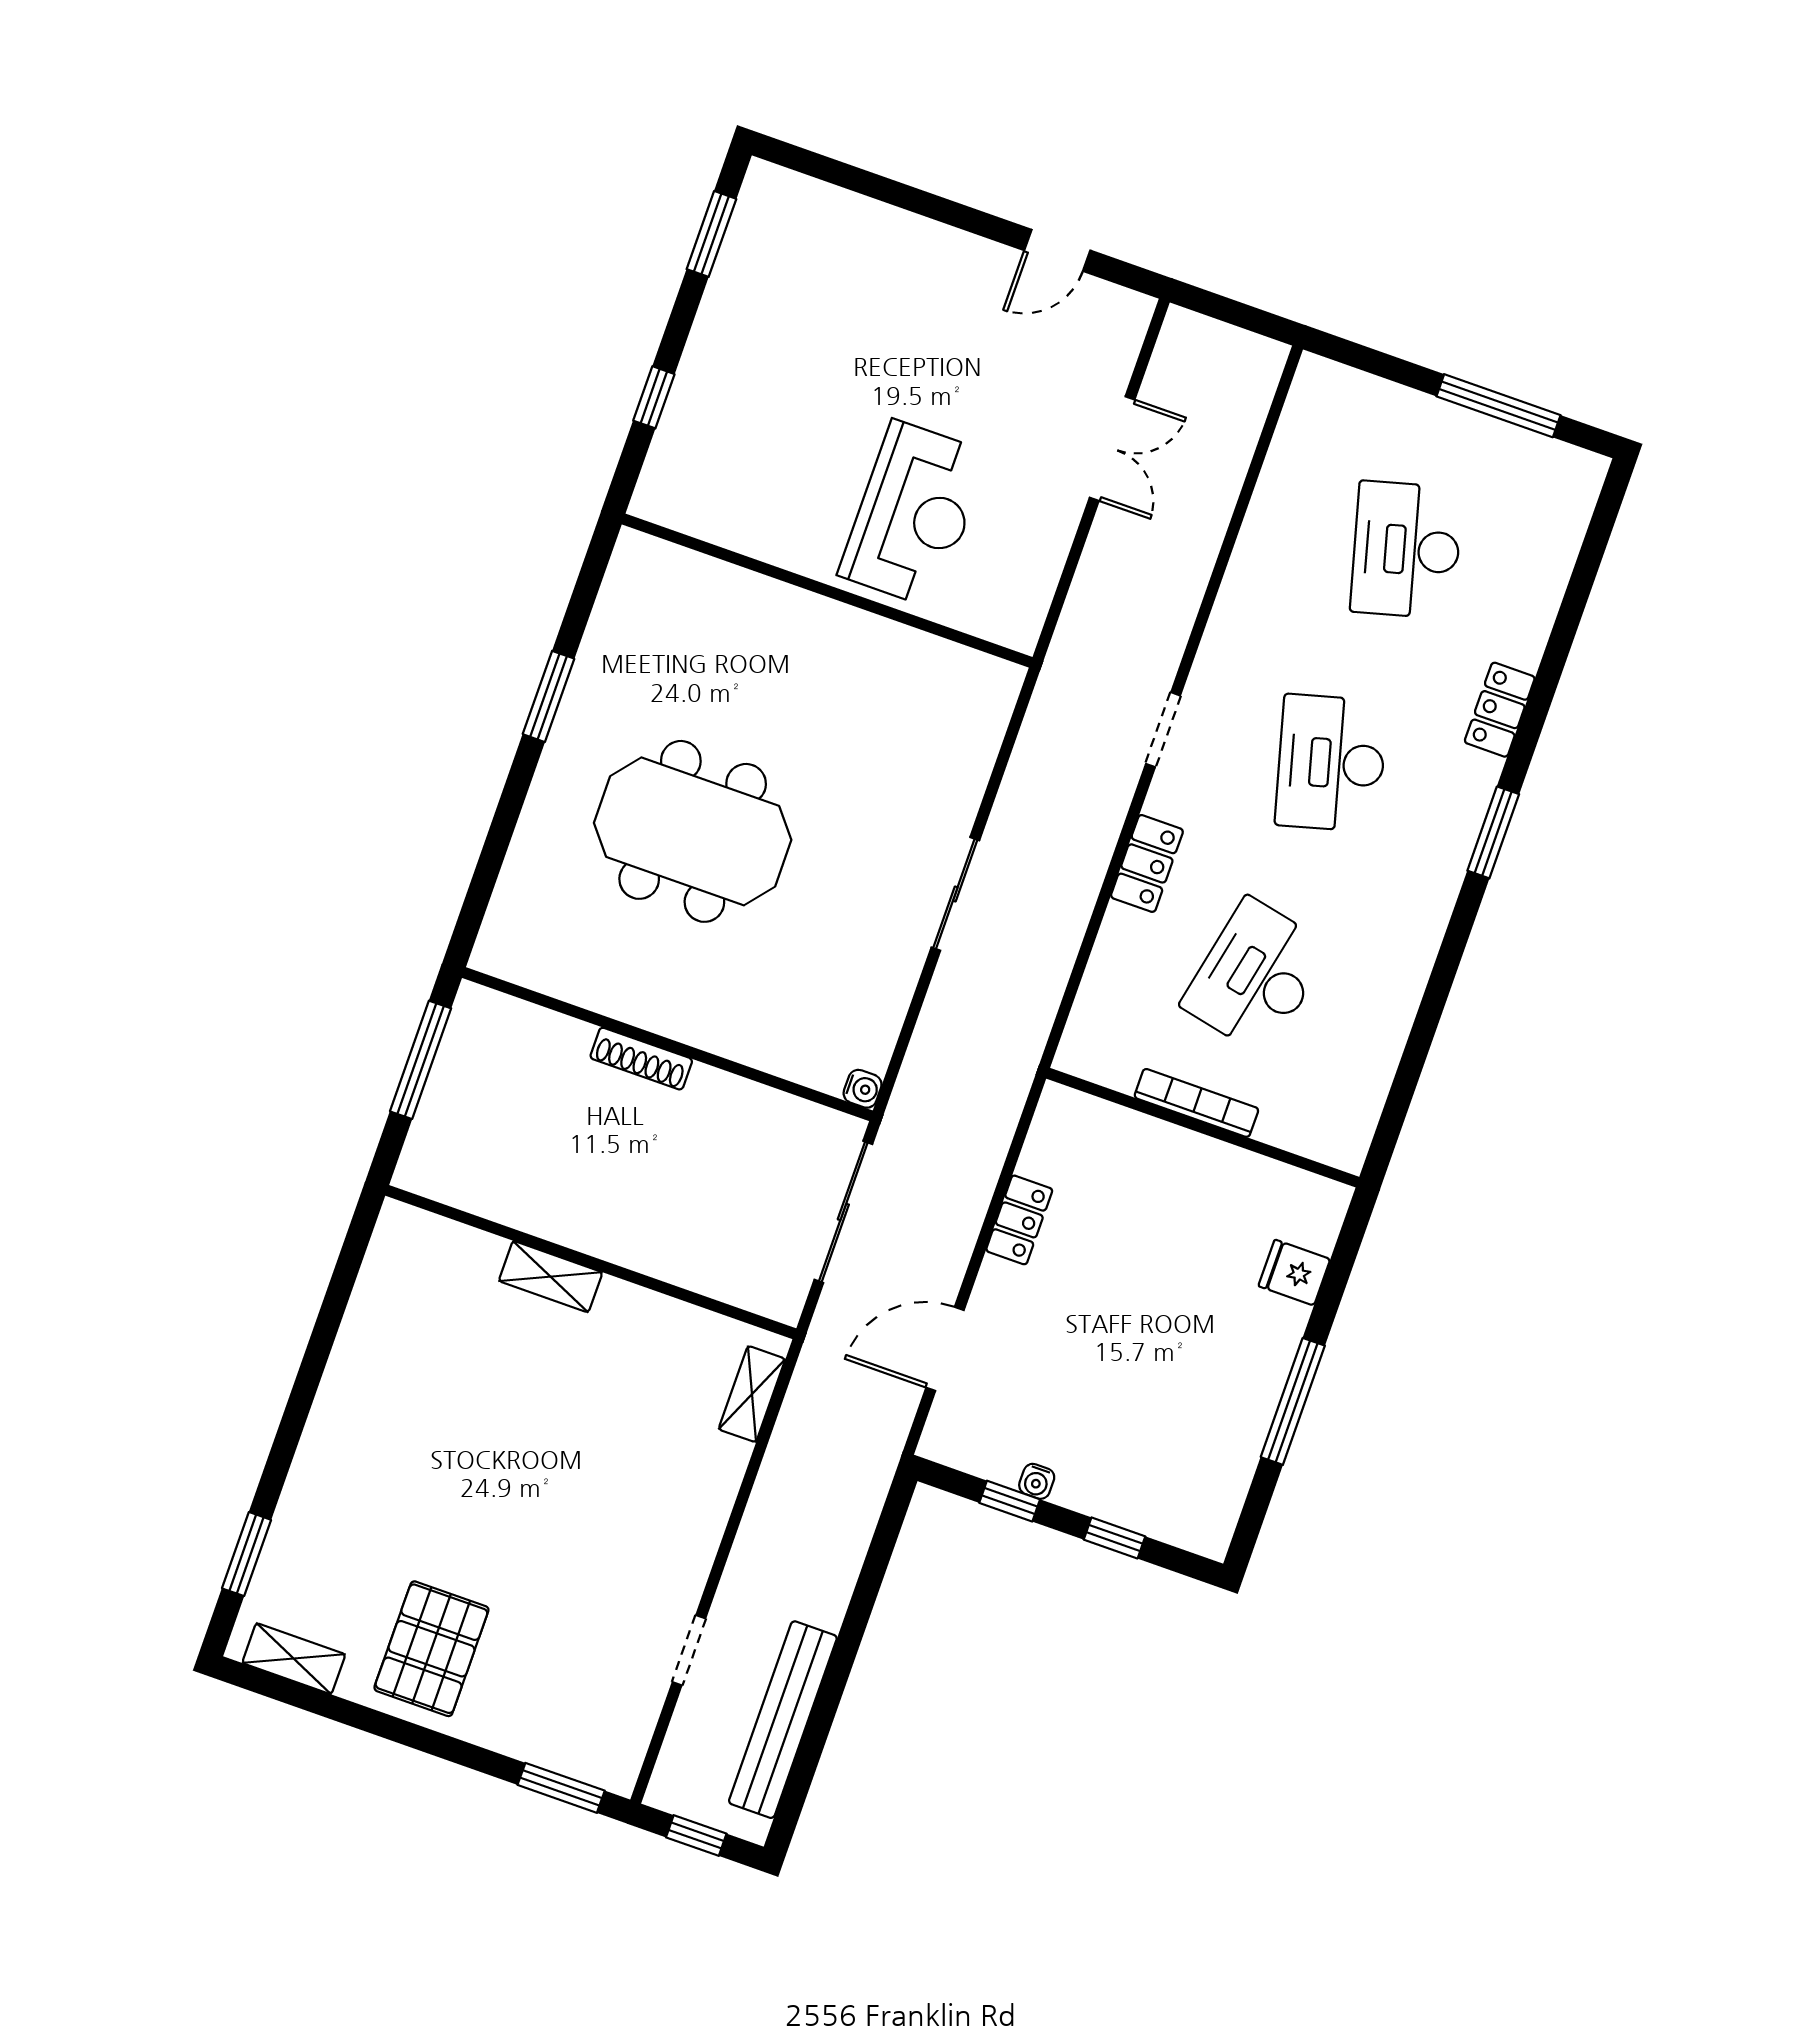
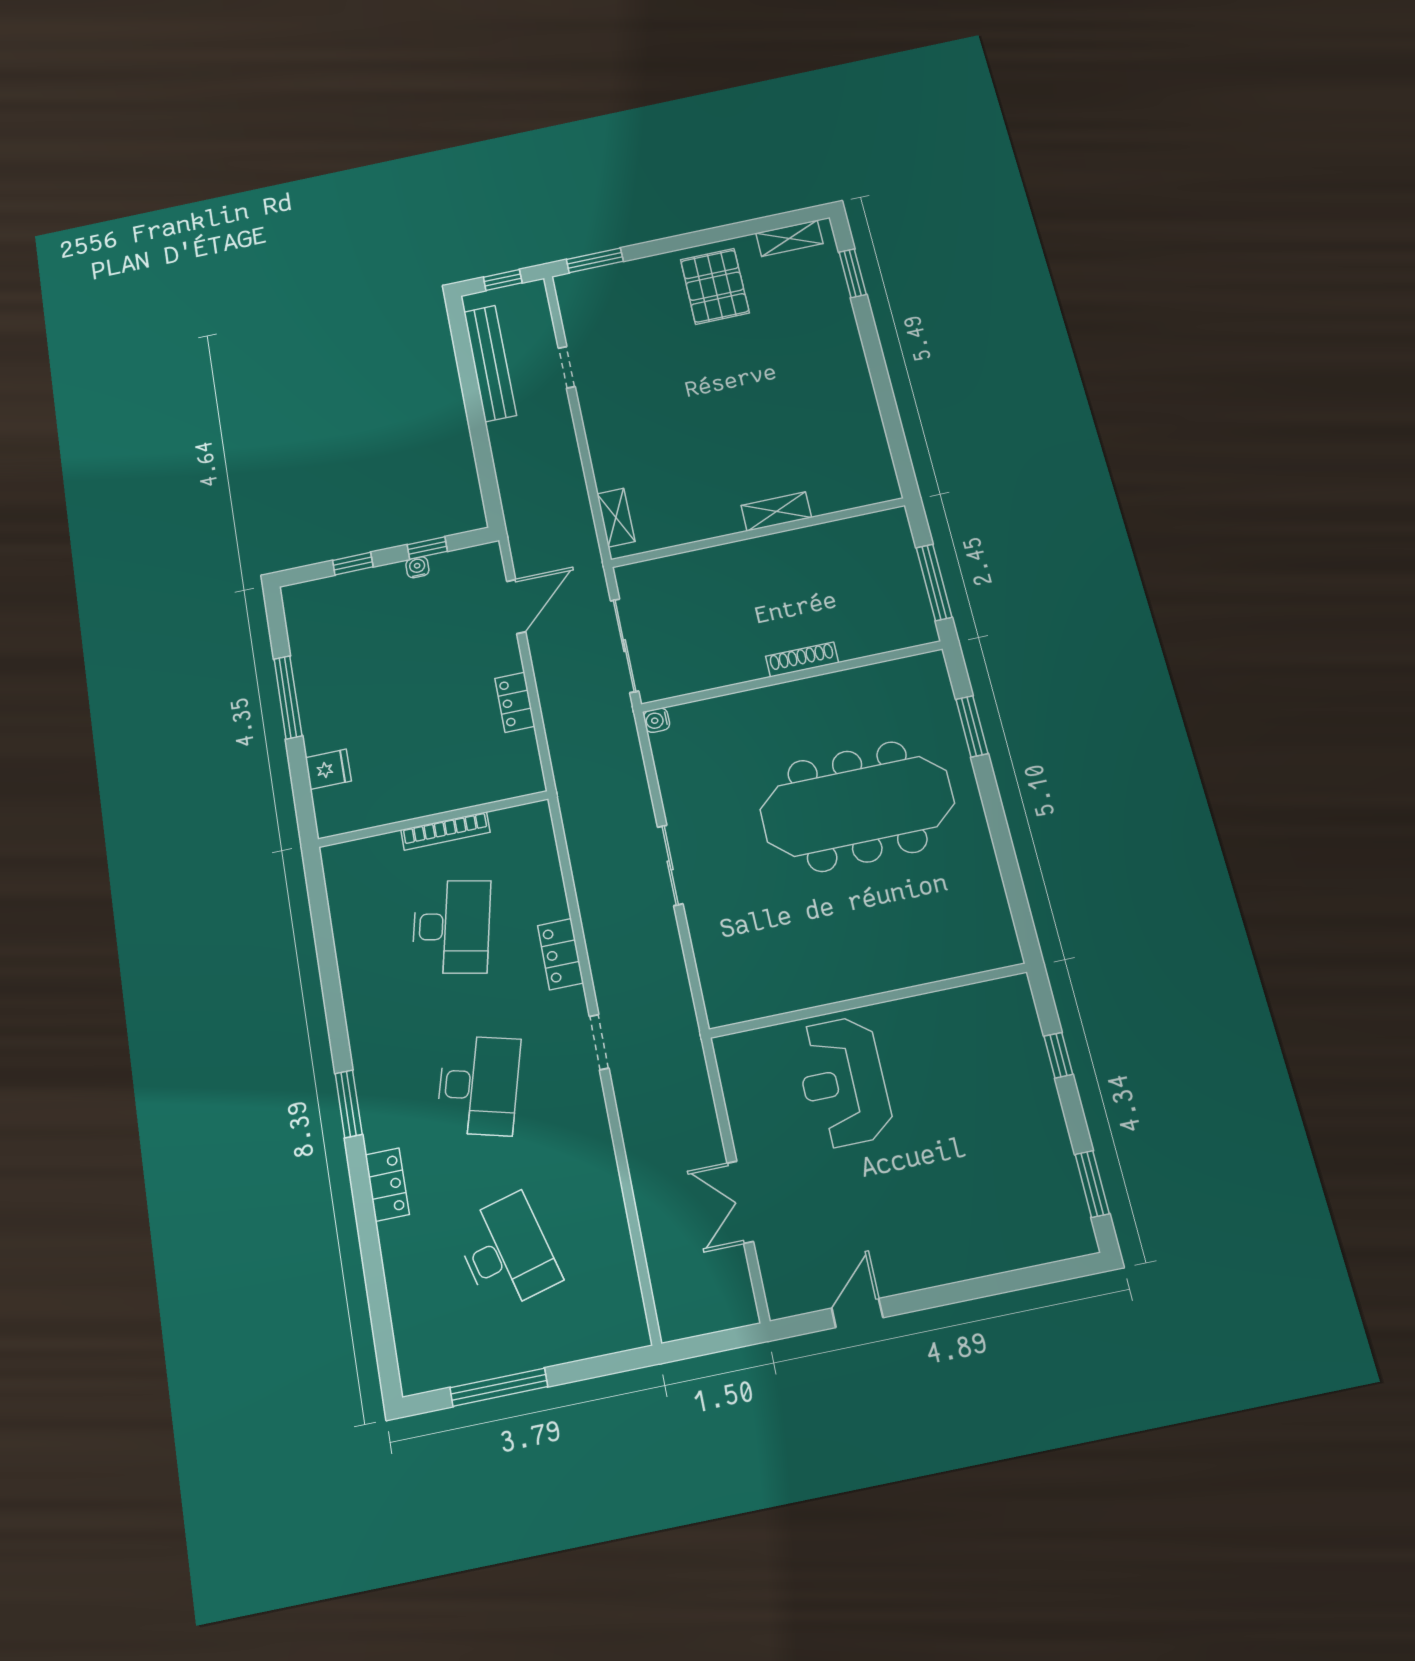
window: (549, 696) -> (972, 726), moved
desk: (1331, 763) -> (478, 1085), turned 30
meeting table: (693, 831) -> (857, 806), width x1.36

